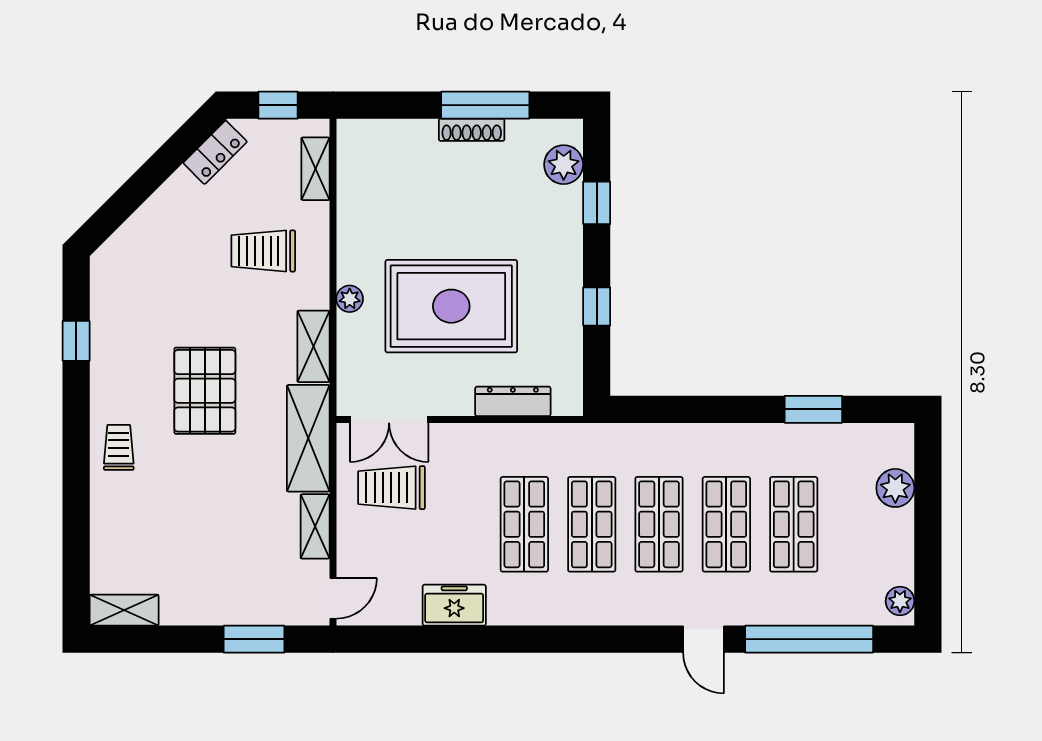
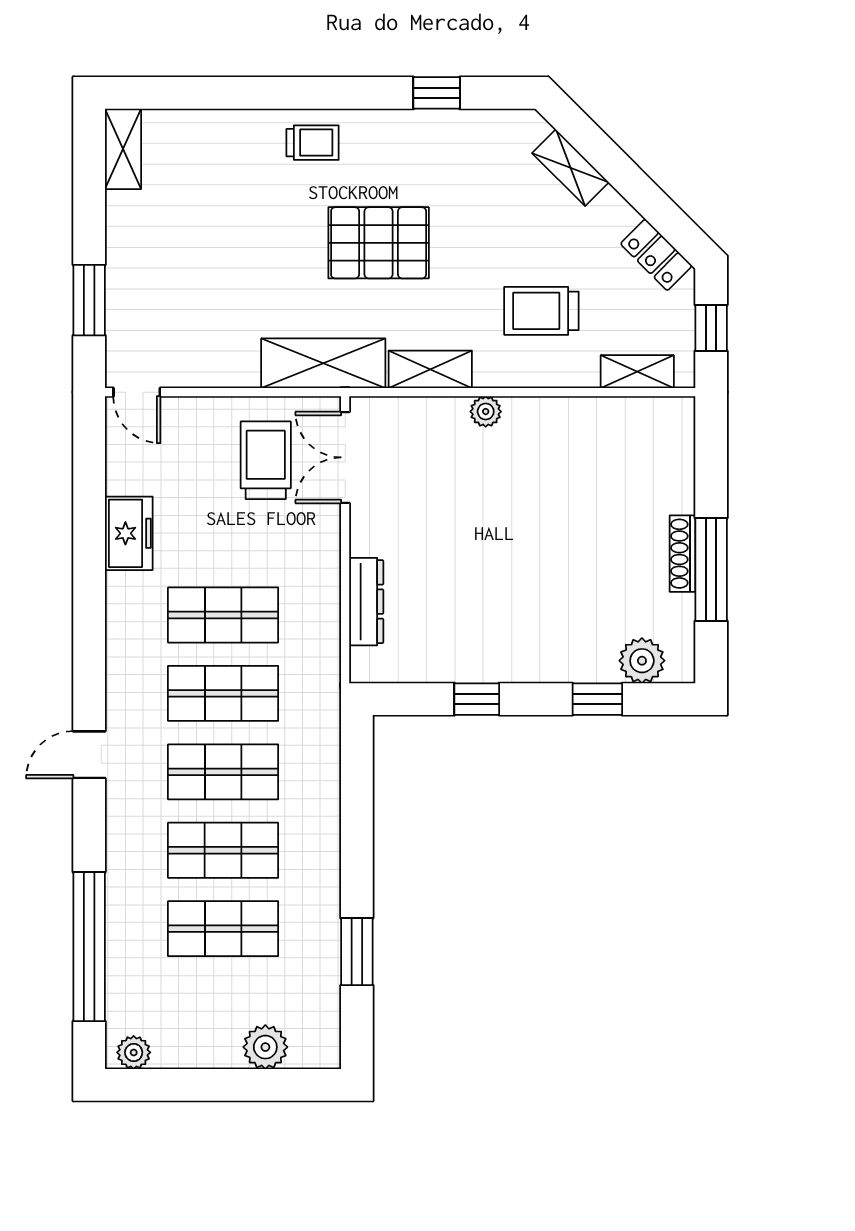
trolley: (263, 251) -> (541, 311), turned -90
rug: (451, 306) -> (477, 530), removed
shelving: (315, 526) -> (570, 168), moved, turned 45
door: (704, 639) -> (89, 755), moved

